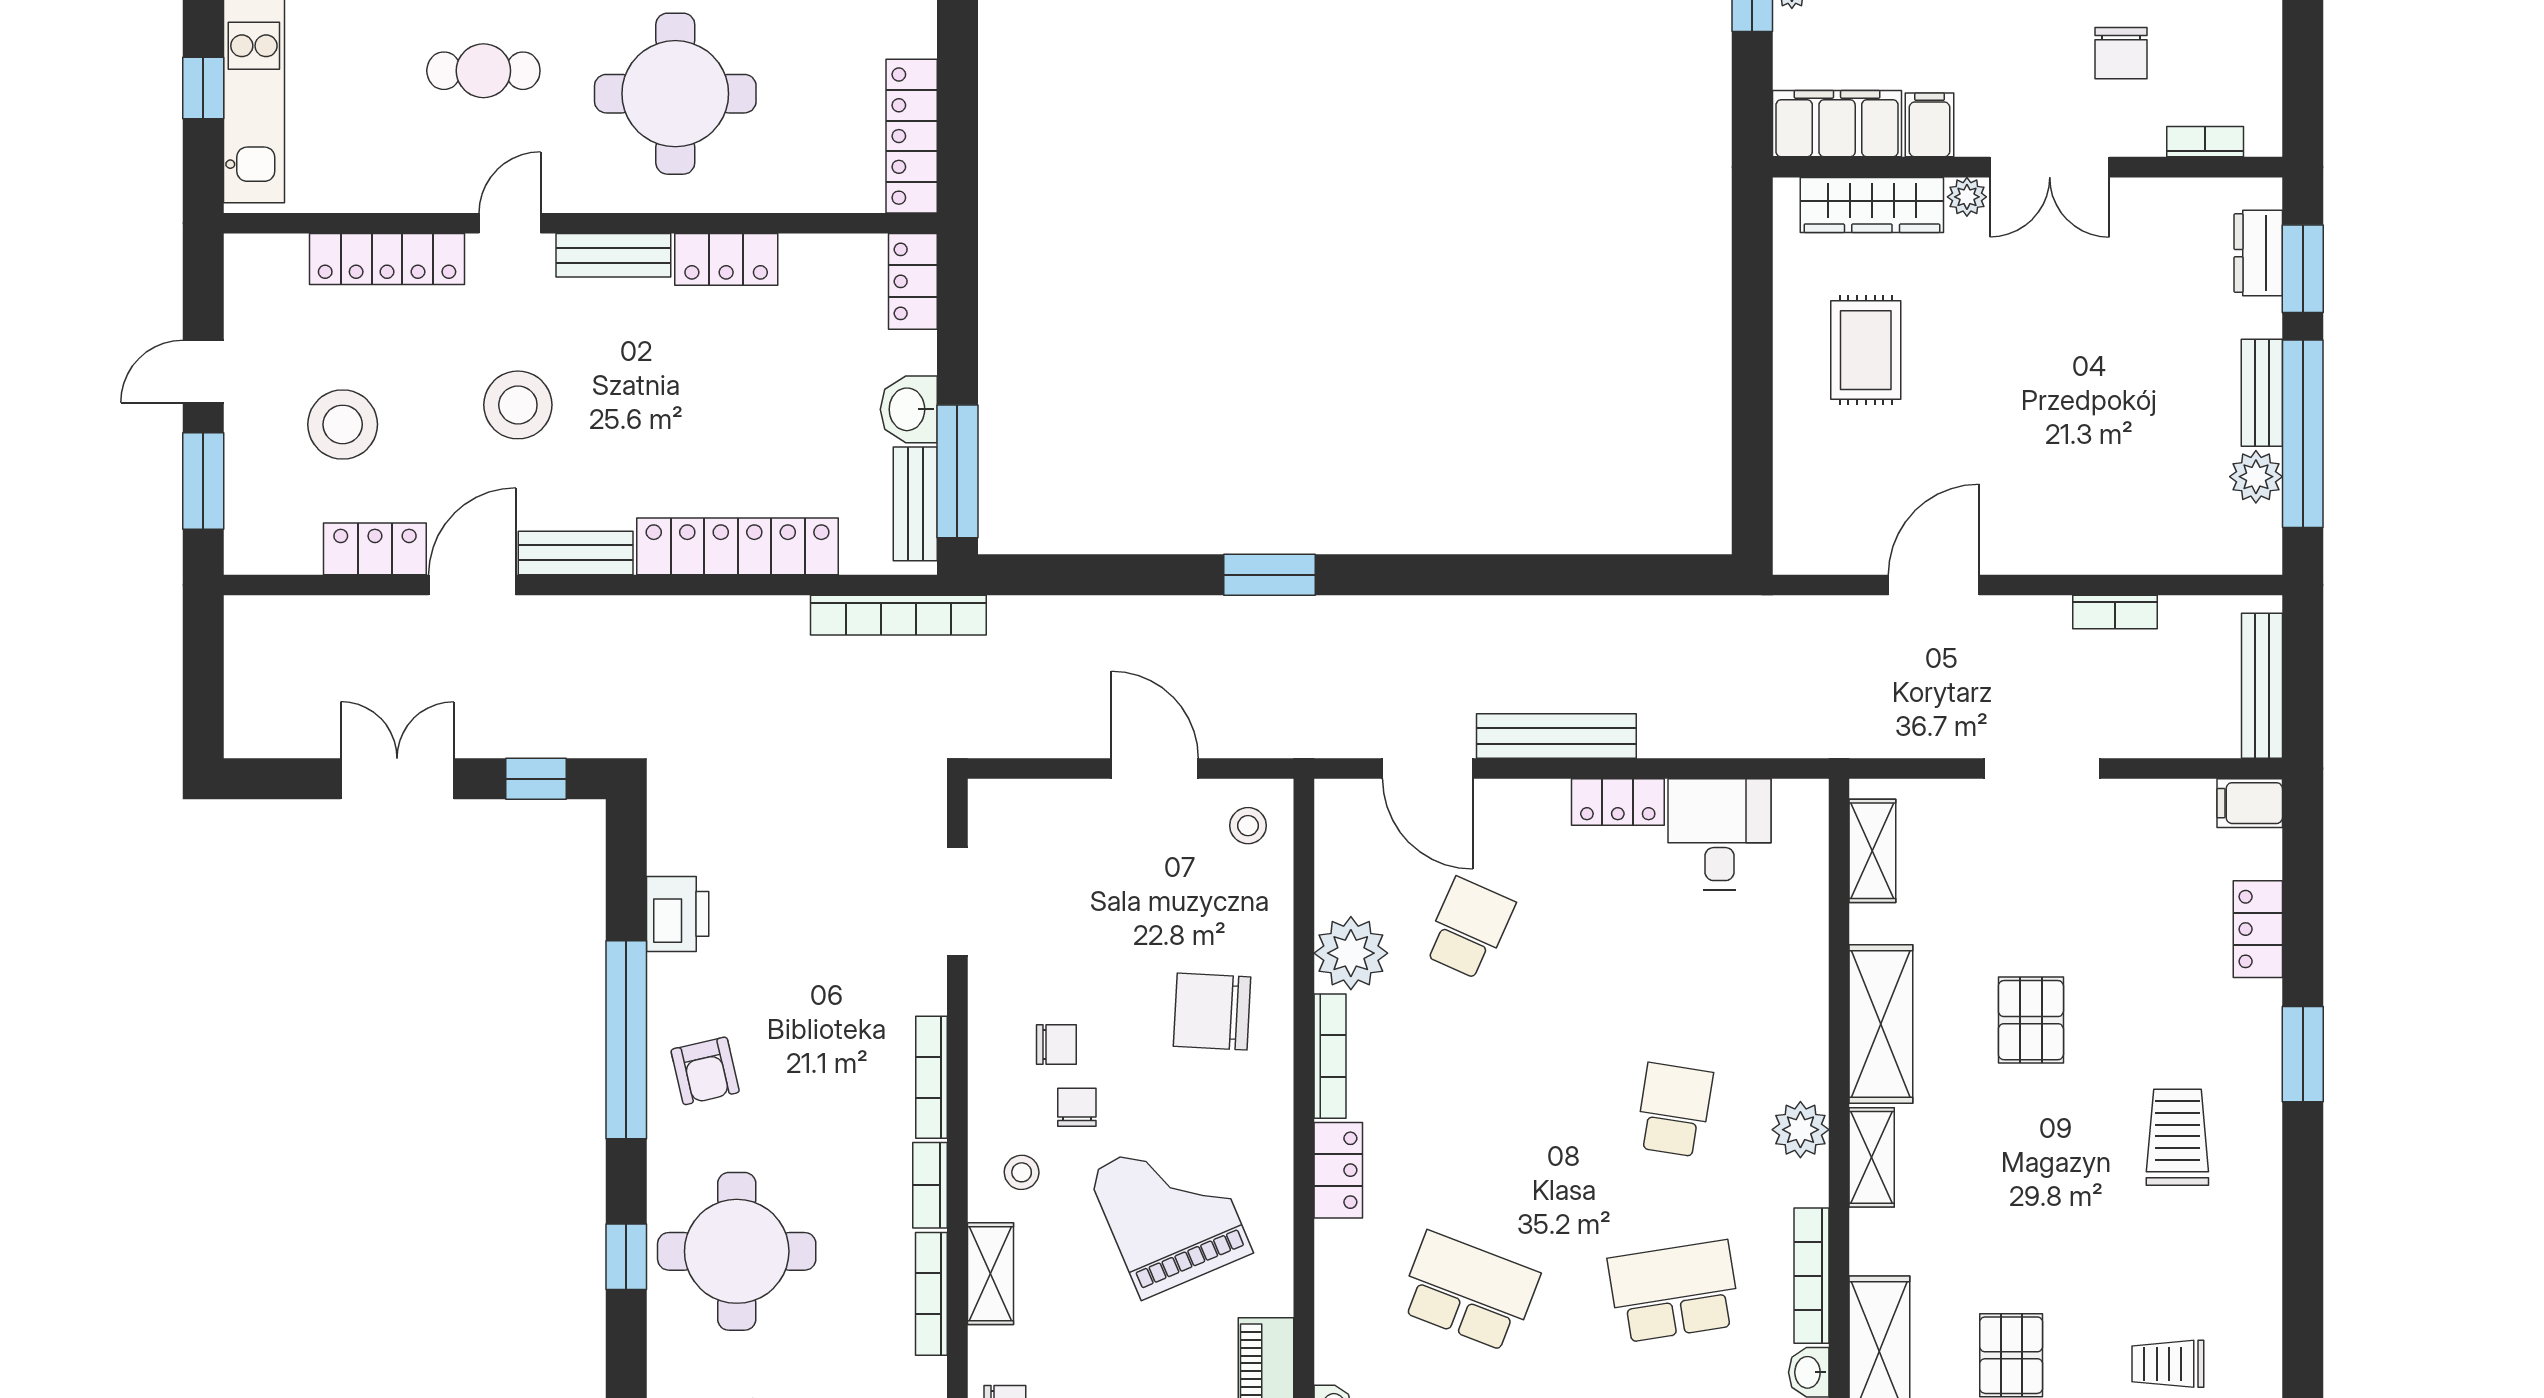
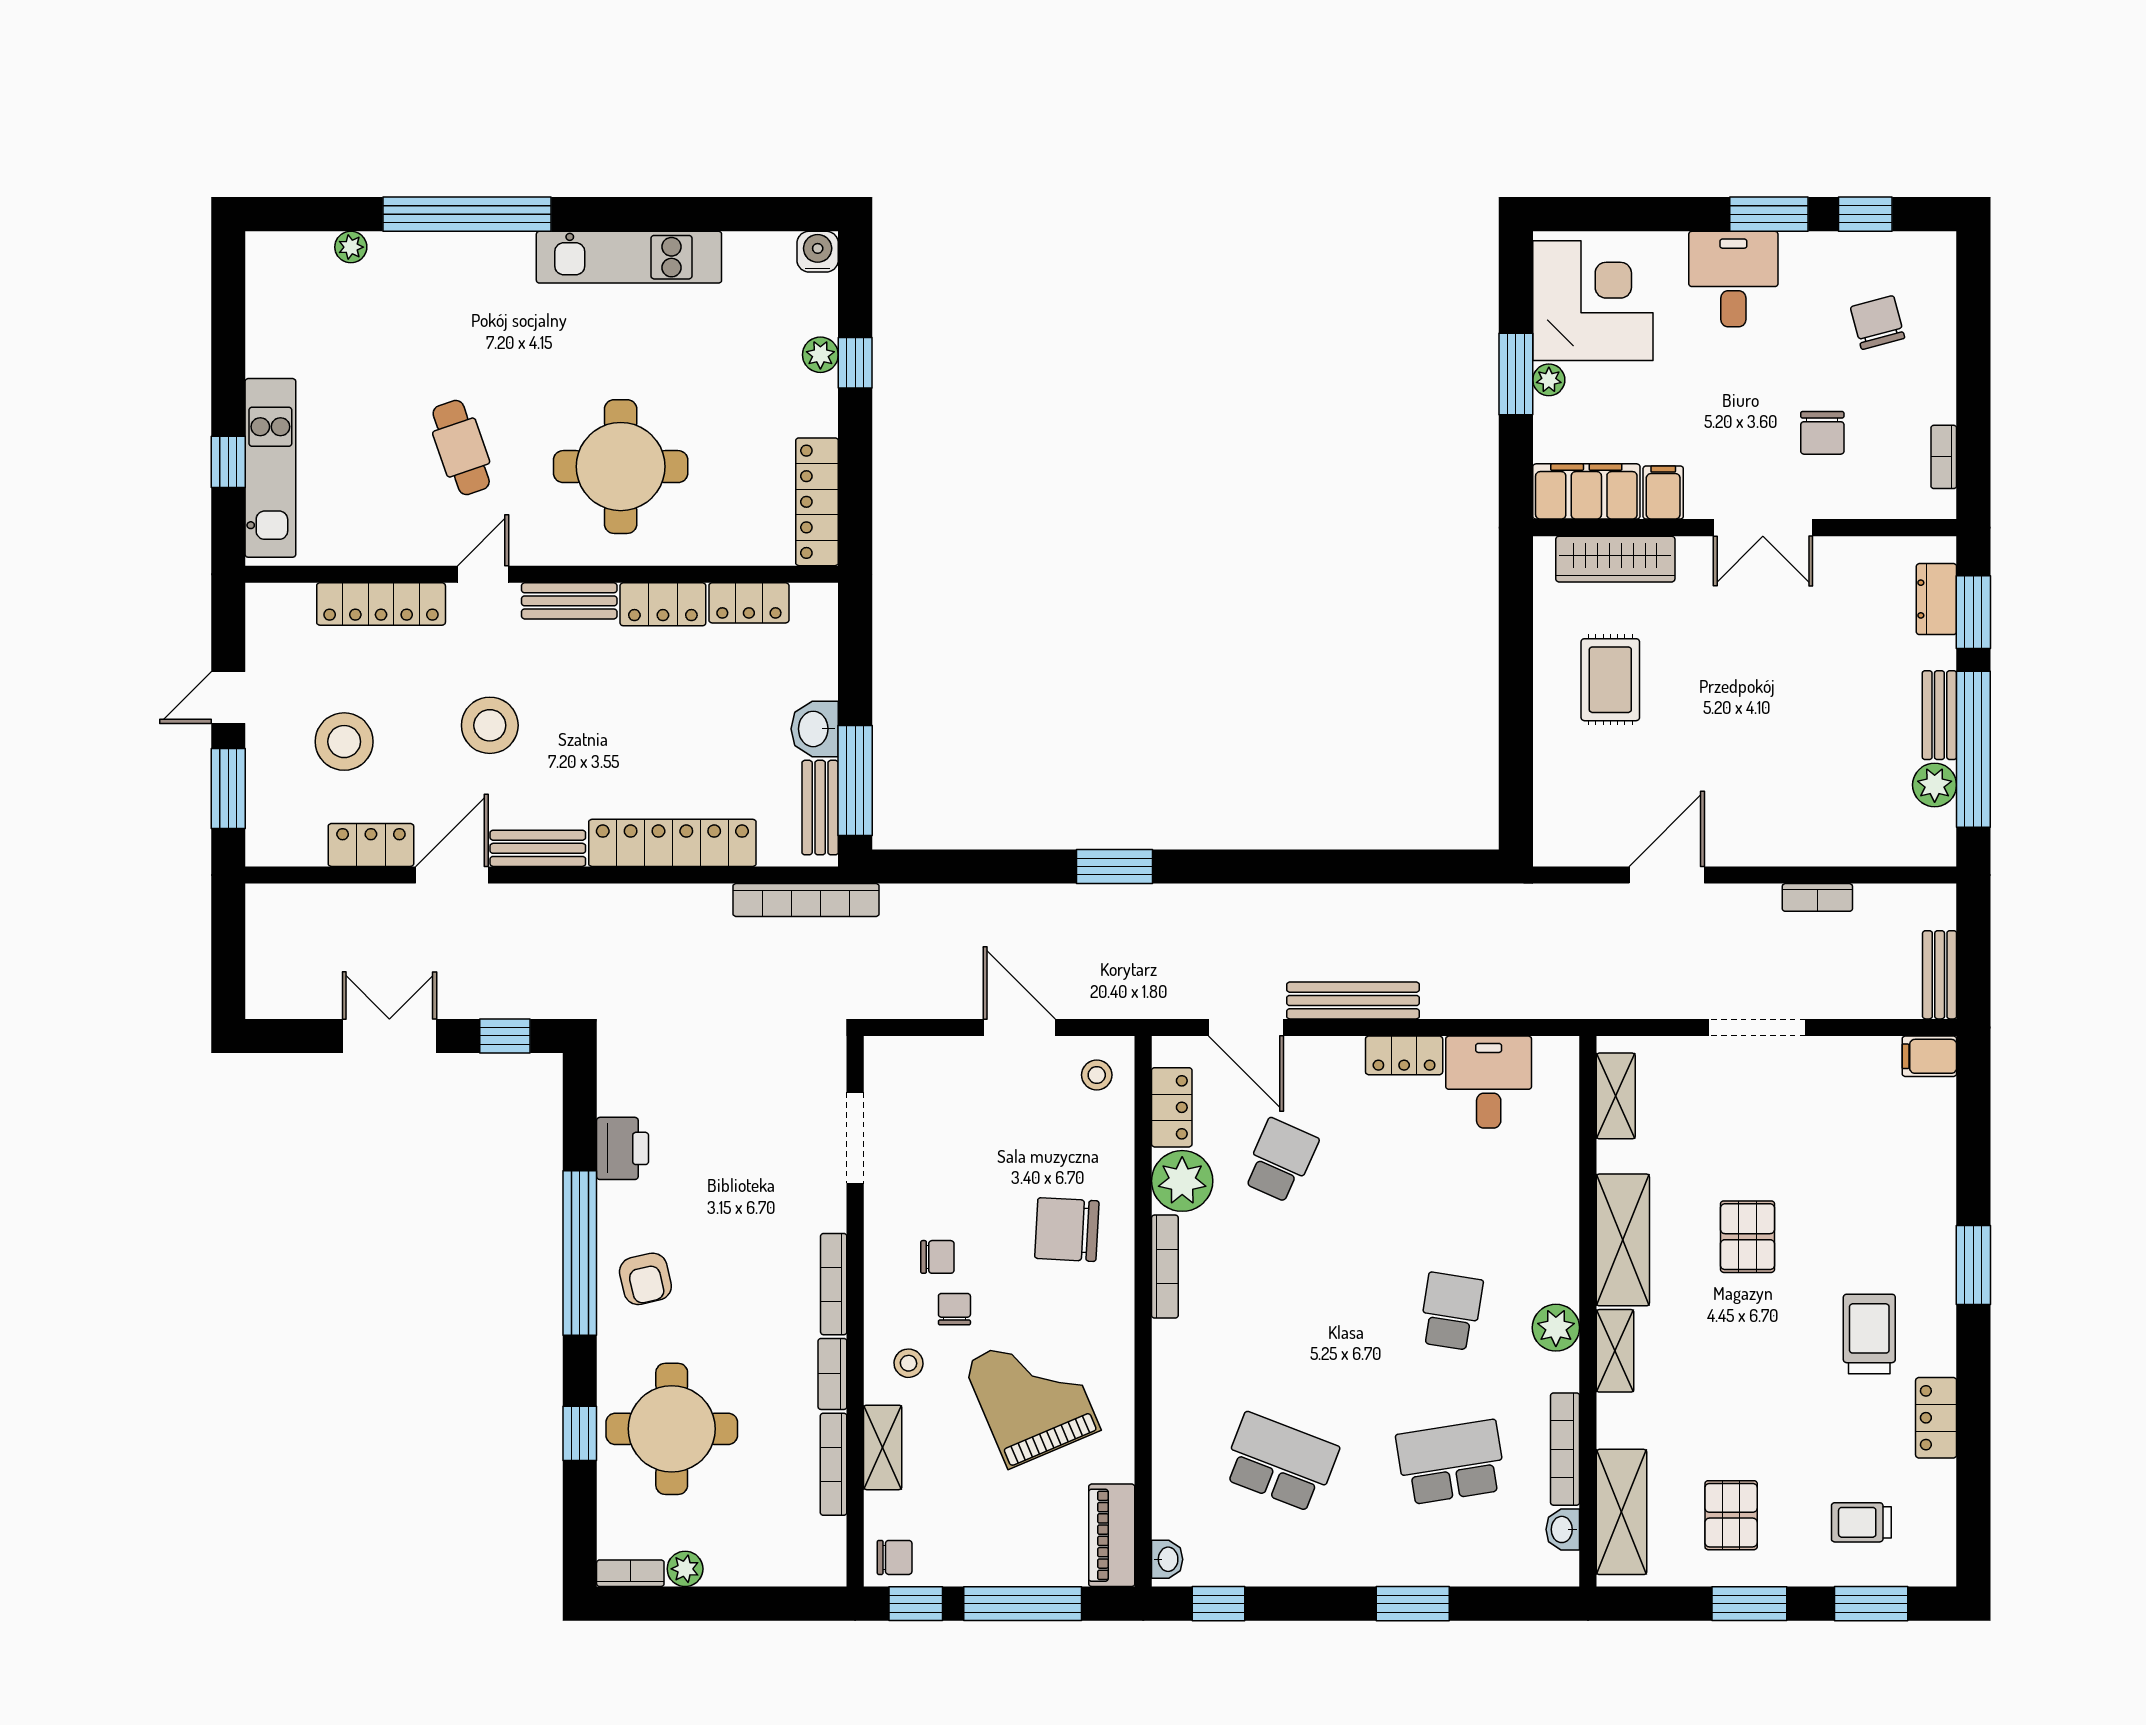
cafe table: (483, 71) -> (461, 447), turned 71
bookcase: (2205, 142) -> (1944, 457), moved, turned -90
plant: (1967, 197) -> (1694, 552), removed
locker: (913, 281) -> (749, 603), moved, turned -90
bench: (2262, 686) -> (1940, 975), width x0.73
locker: (2258, 929) -> (1936, 1418), moved
locker: (1338, 1170) -> (1172, 1107), moved

